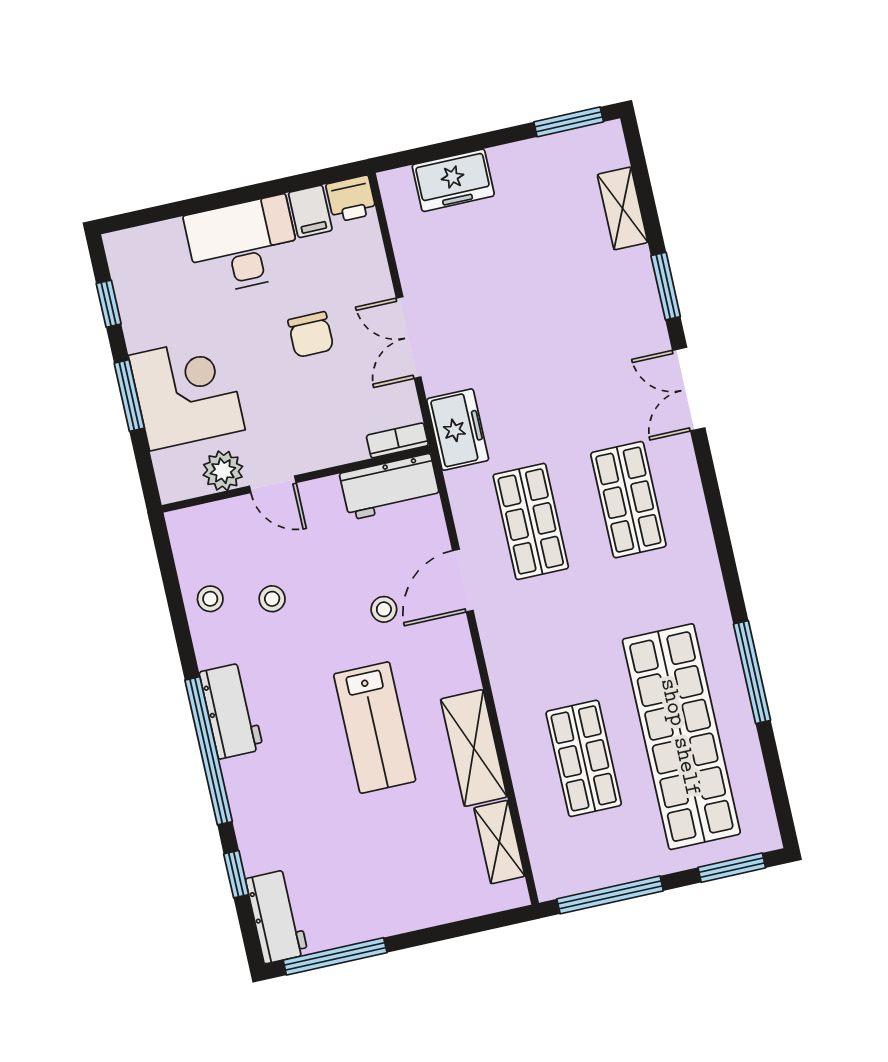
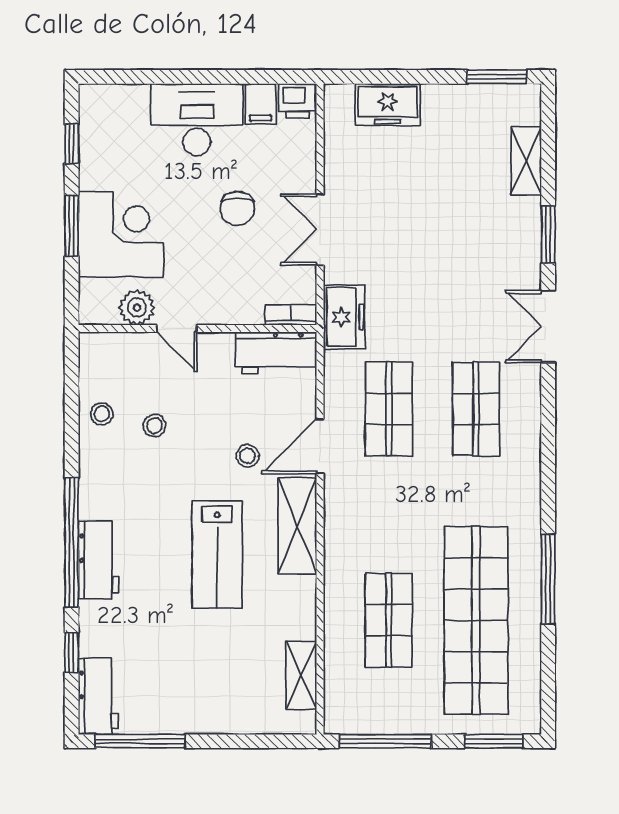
workbench: (231, 711) -> (99, 560), moved
shelving: (474, 748) -> (297, 526), moved

